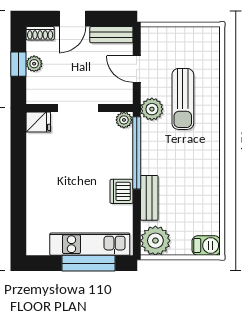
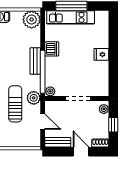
door: (72, 19) -> (81, 152), hinge flipped
plant: (34, 64) -> (104, 109), moved
fridge: (38, 122) -> (101, 54), moved
bench: (149, 198) -> (35, 61), moved

